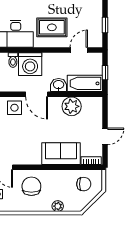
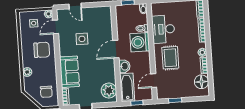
door: (79, 50) -> (154, 81), swing flipped
plant: (72, 106) -> (109, 91), moved
side table: (14, 108) -> (82, 39), moved

